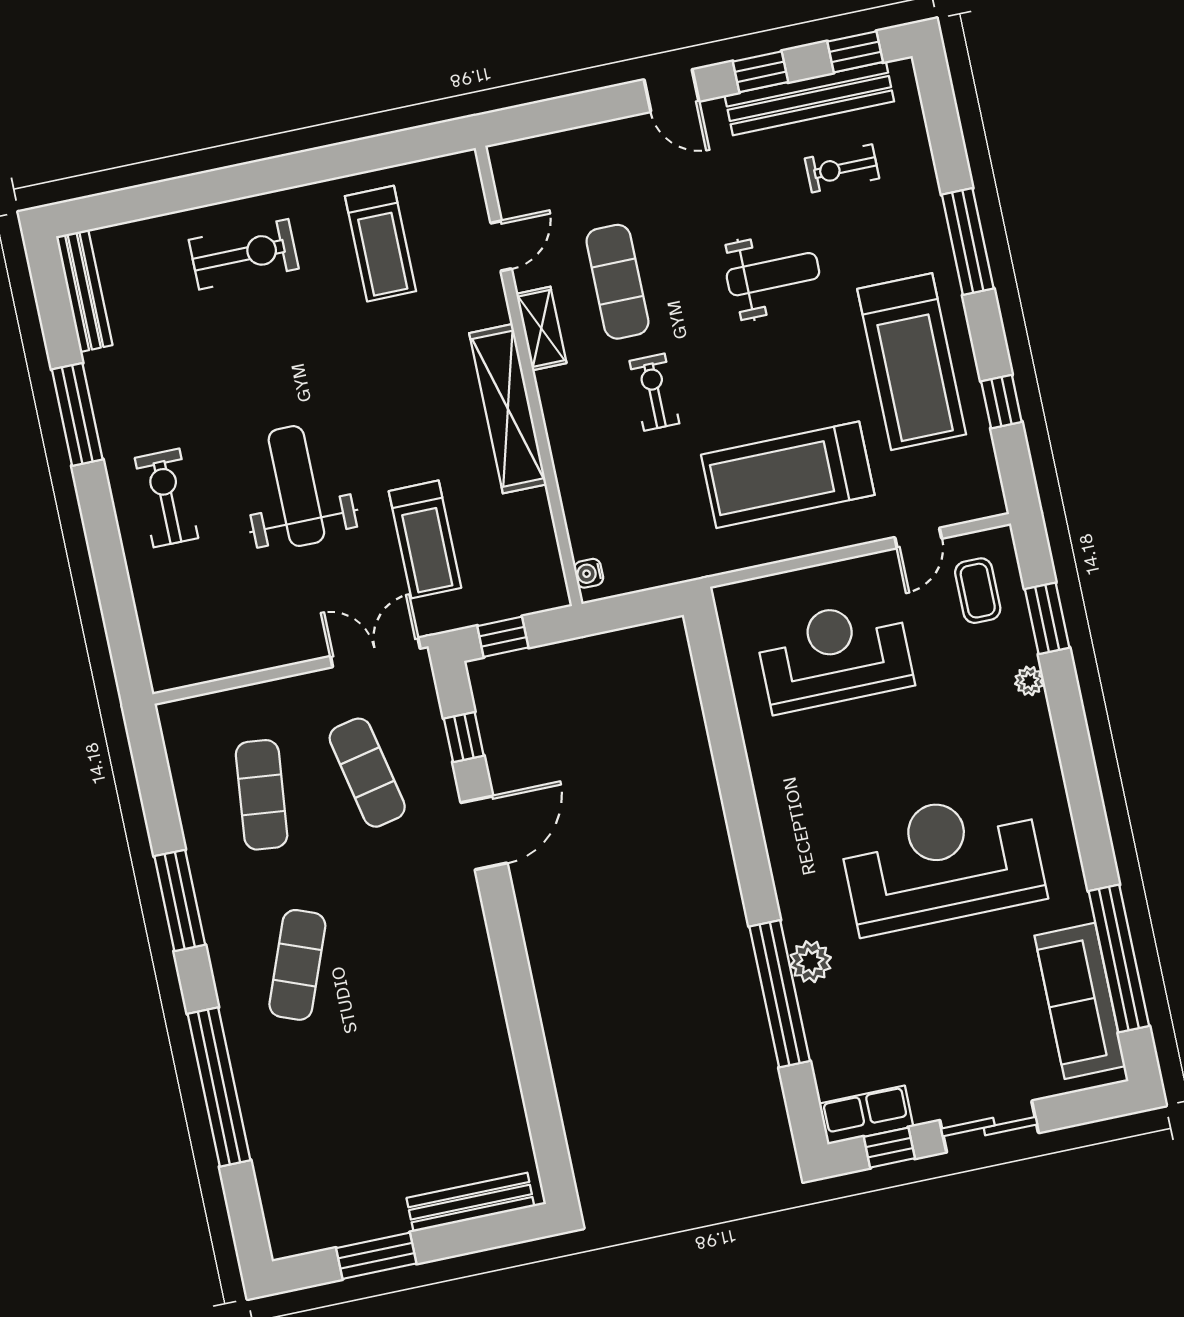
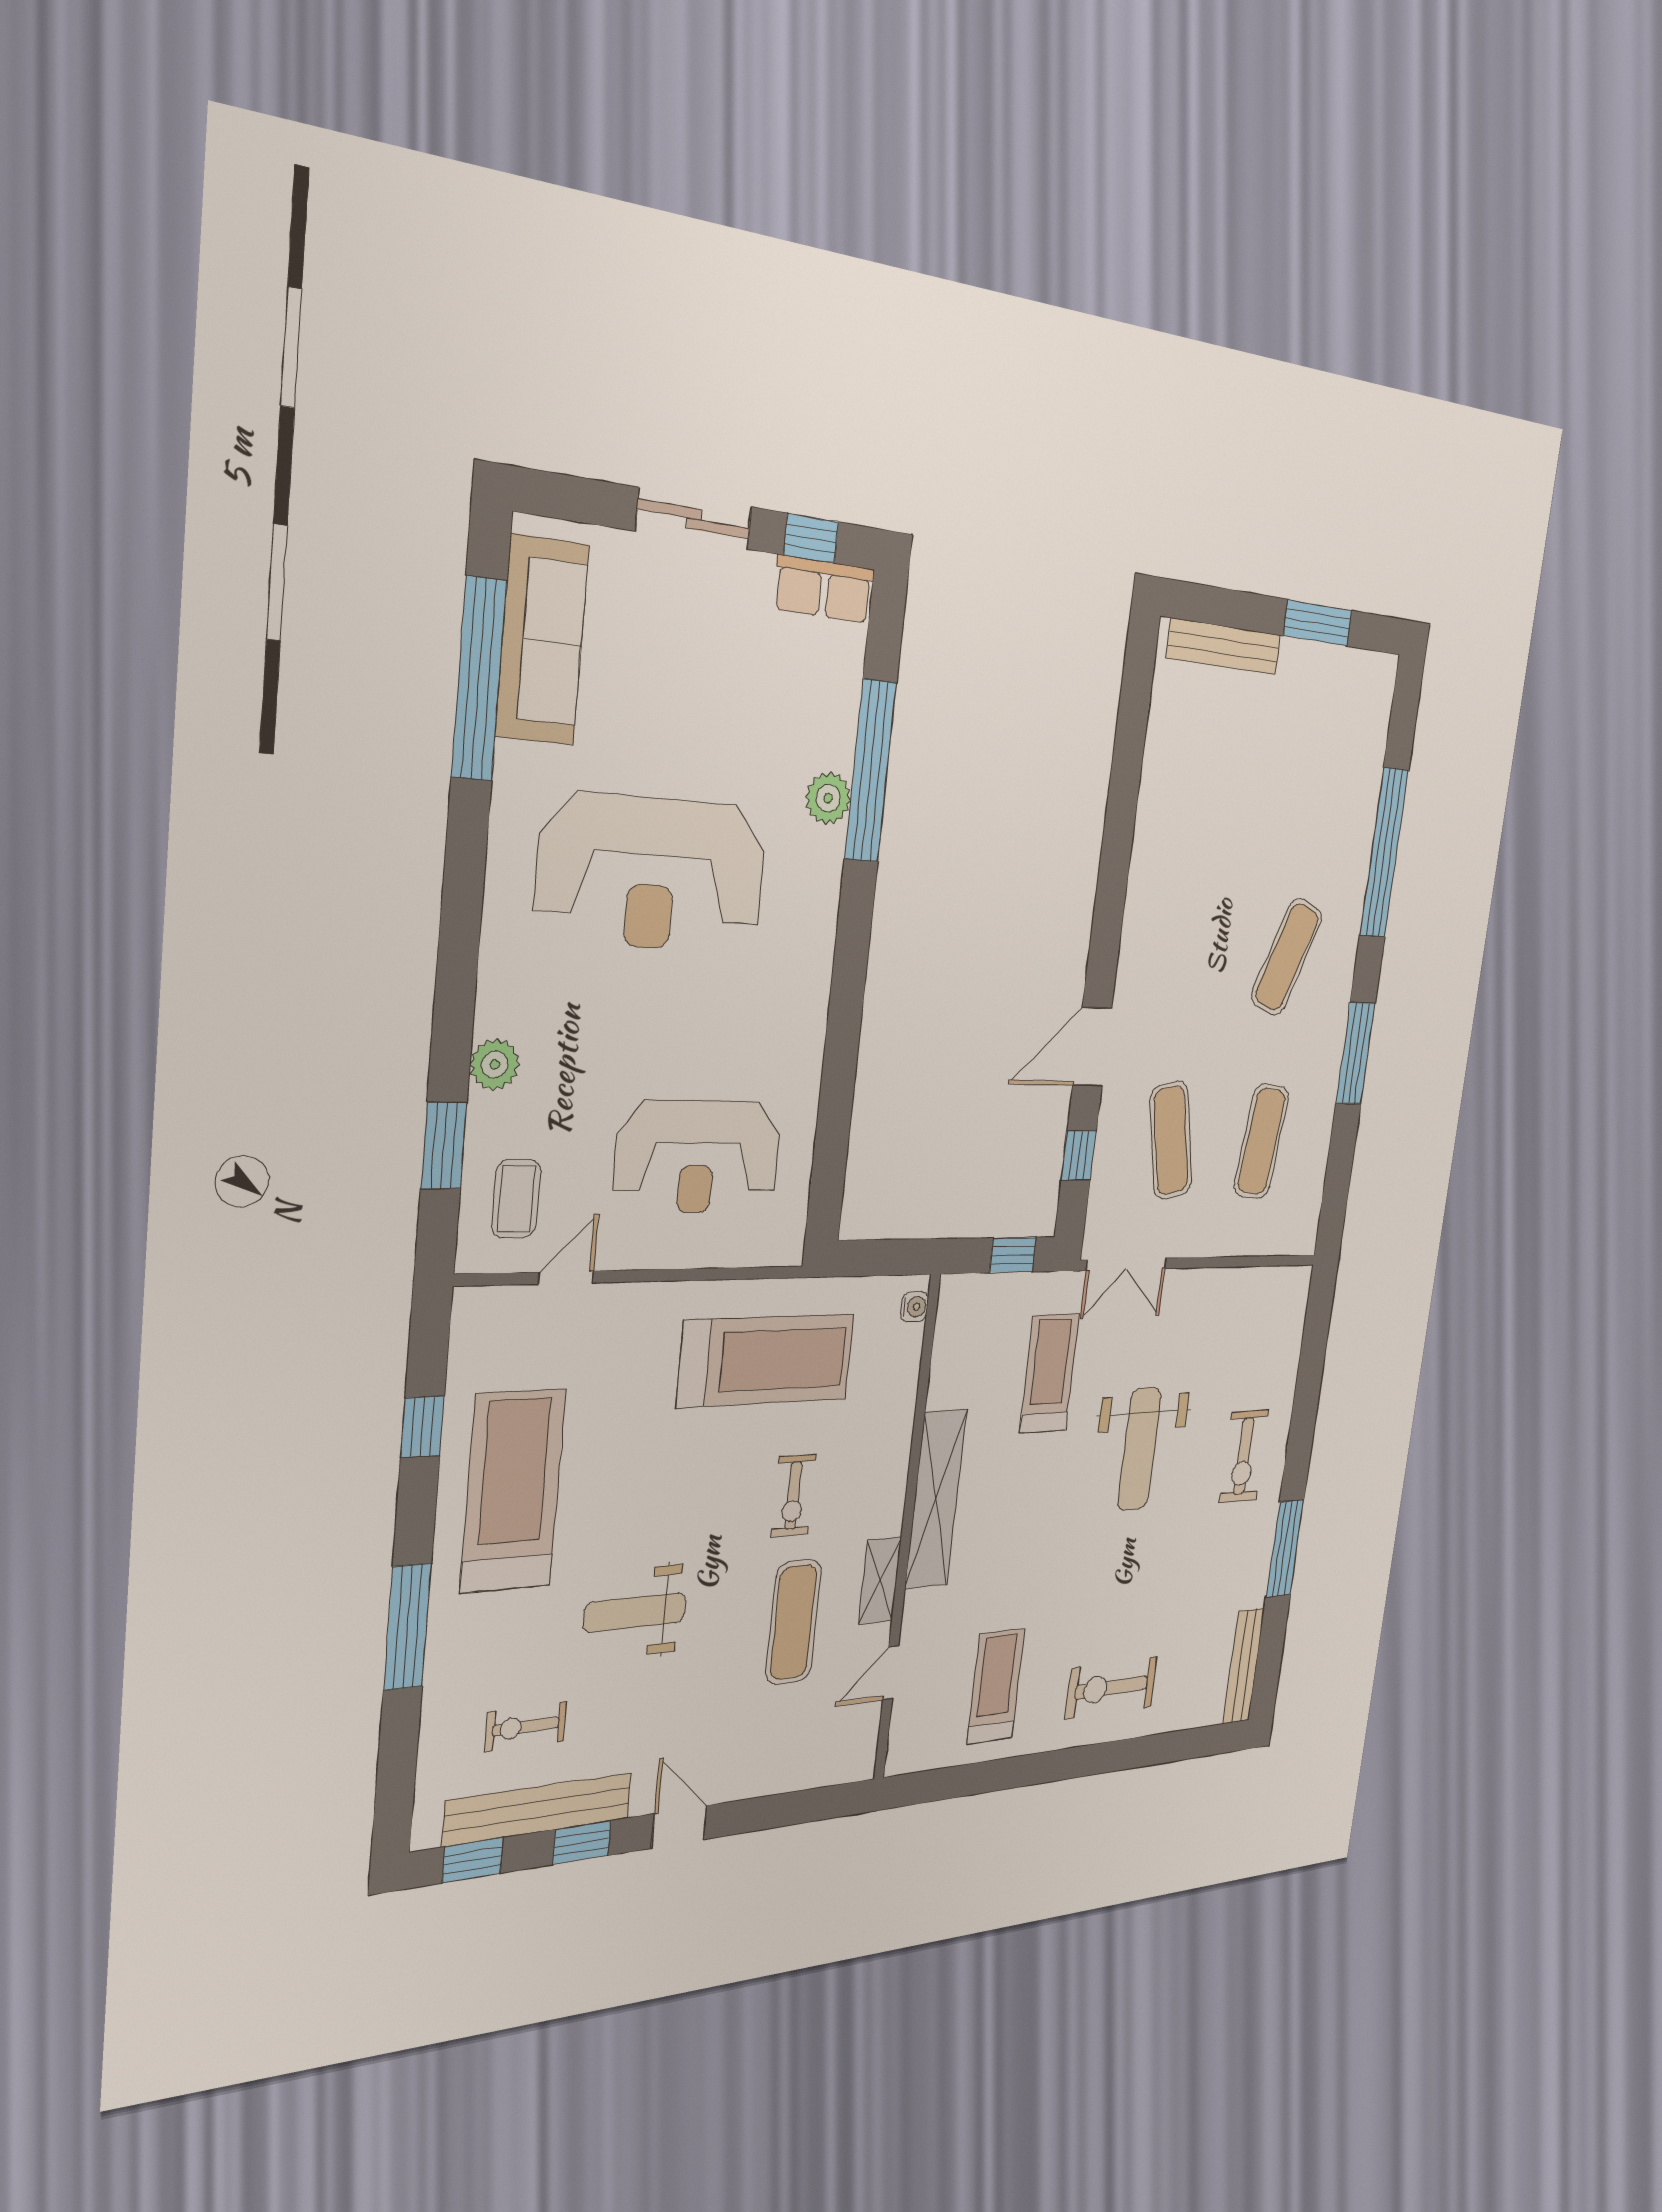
exercise bike: (842, 168) -> (526, 1727), turned 180
treadmill: (788, 475) -> (766, 1360), moved
plant: (1029, 681) -> (495, 1065), width x1.38, depth x1.38

